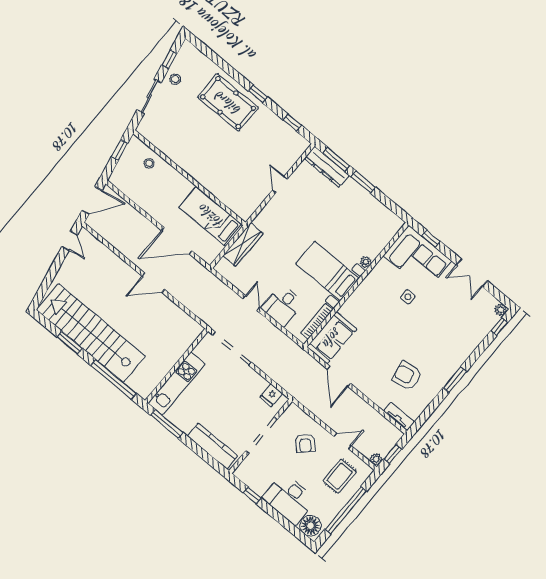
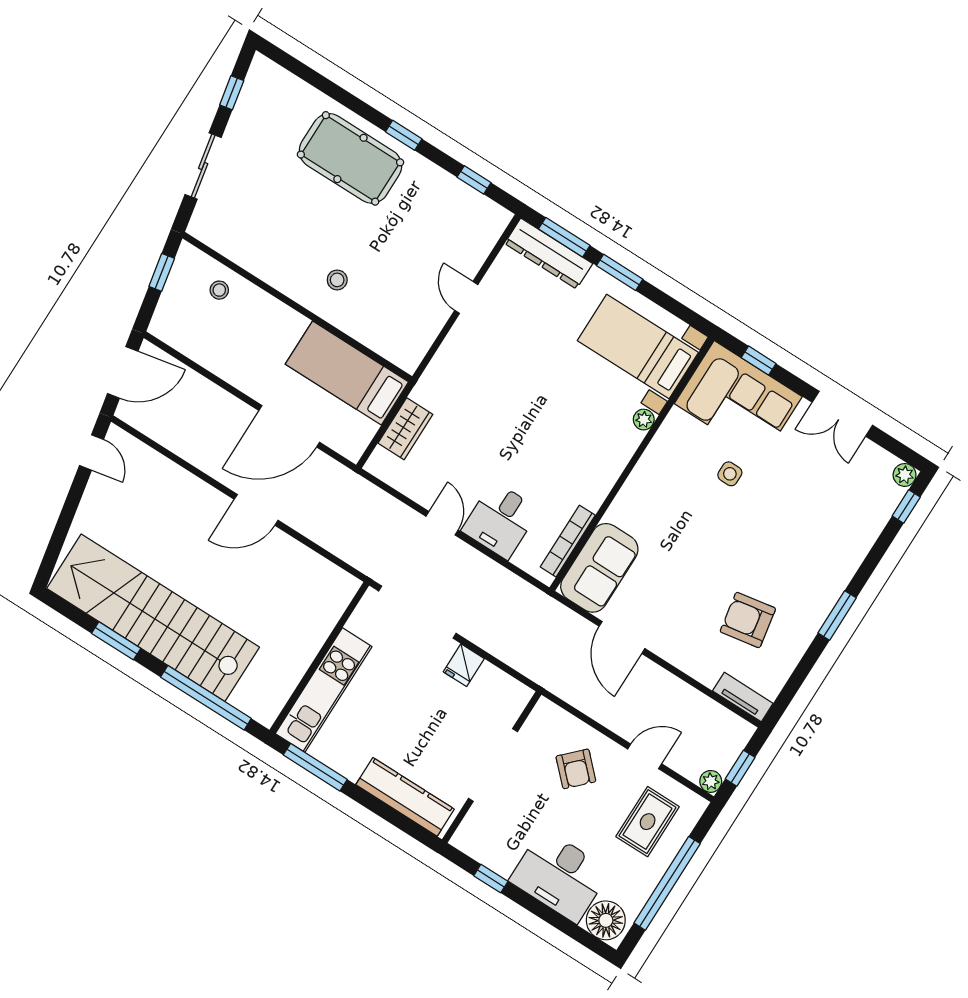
stool: (175, 79) -> (337, 280), moved
wardrobe: (243, 245) -> (405, 429), width x0.67
bed with nightstands: (327, 271) -> (638, 347), moved
fridge: (271, 395) -> (464, 665), moved

